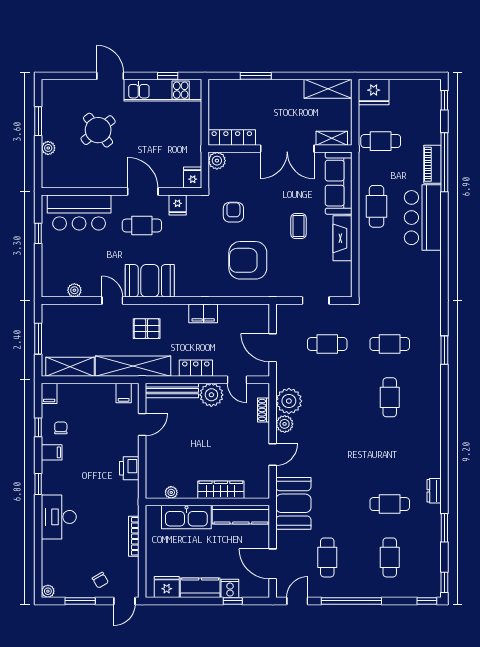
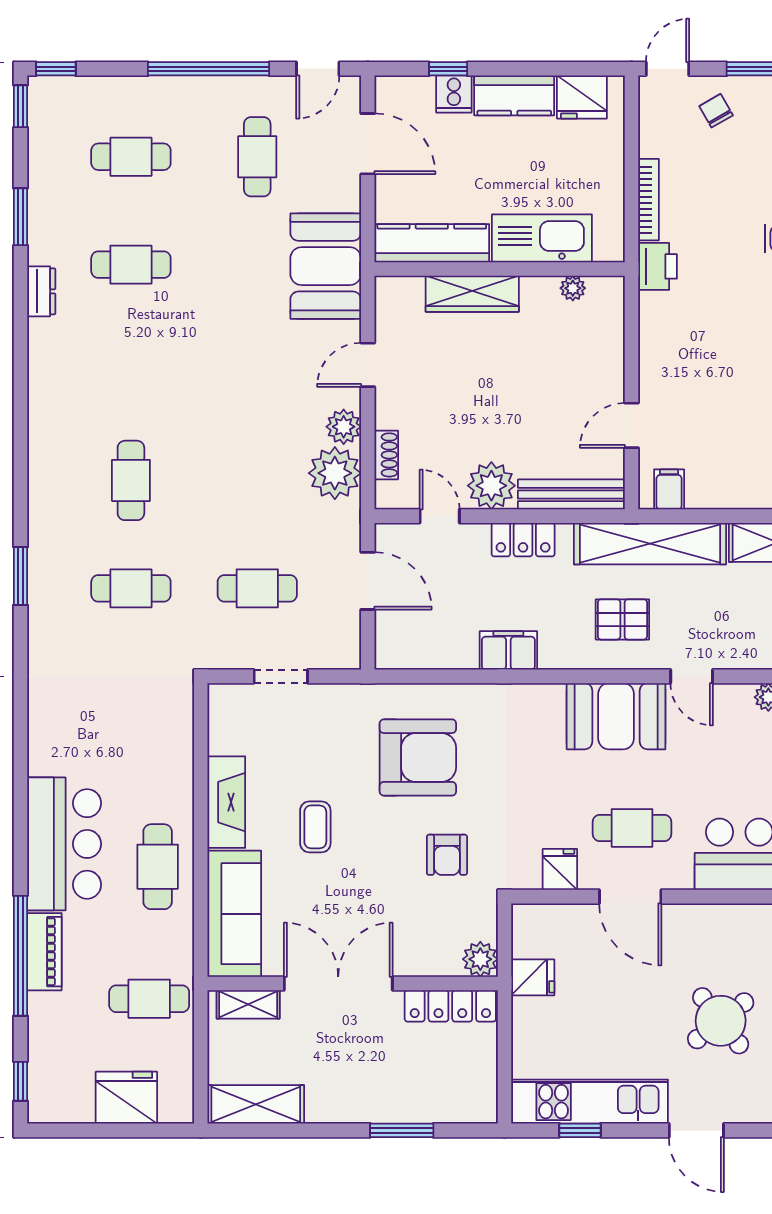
fridge: (374, 92) -> (126, 1098), moved
fridge: (193, 178) -> (533, 977), moved, turned -90
printer: (129, 468) -> (658, 266), moved
cafe table: (390, 557) -> (131, 157), turned 90

